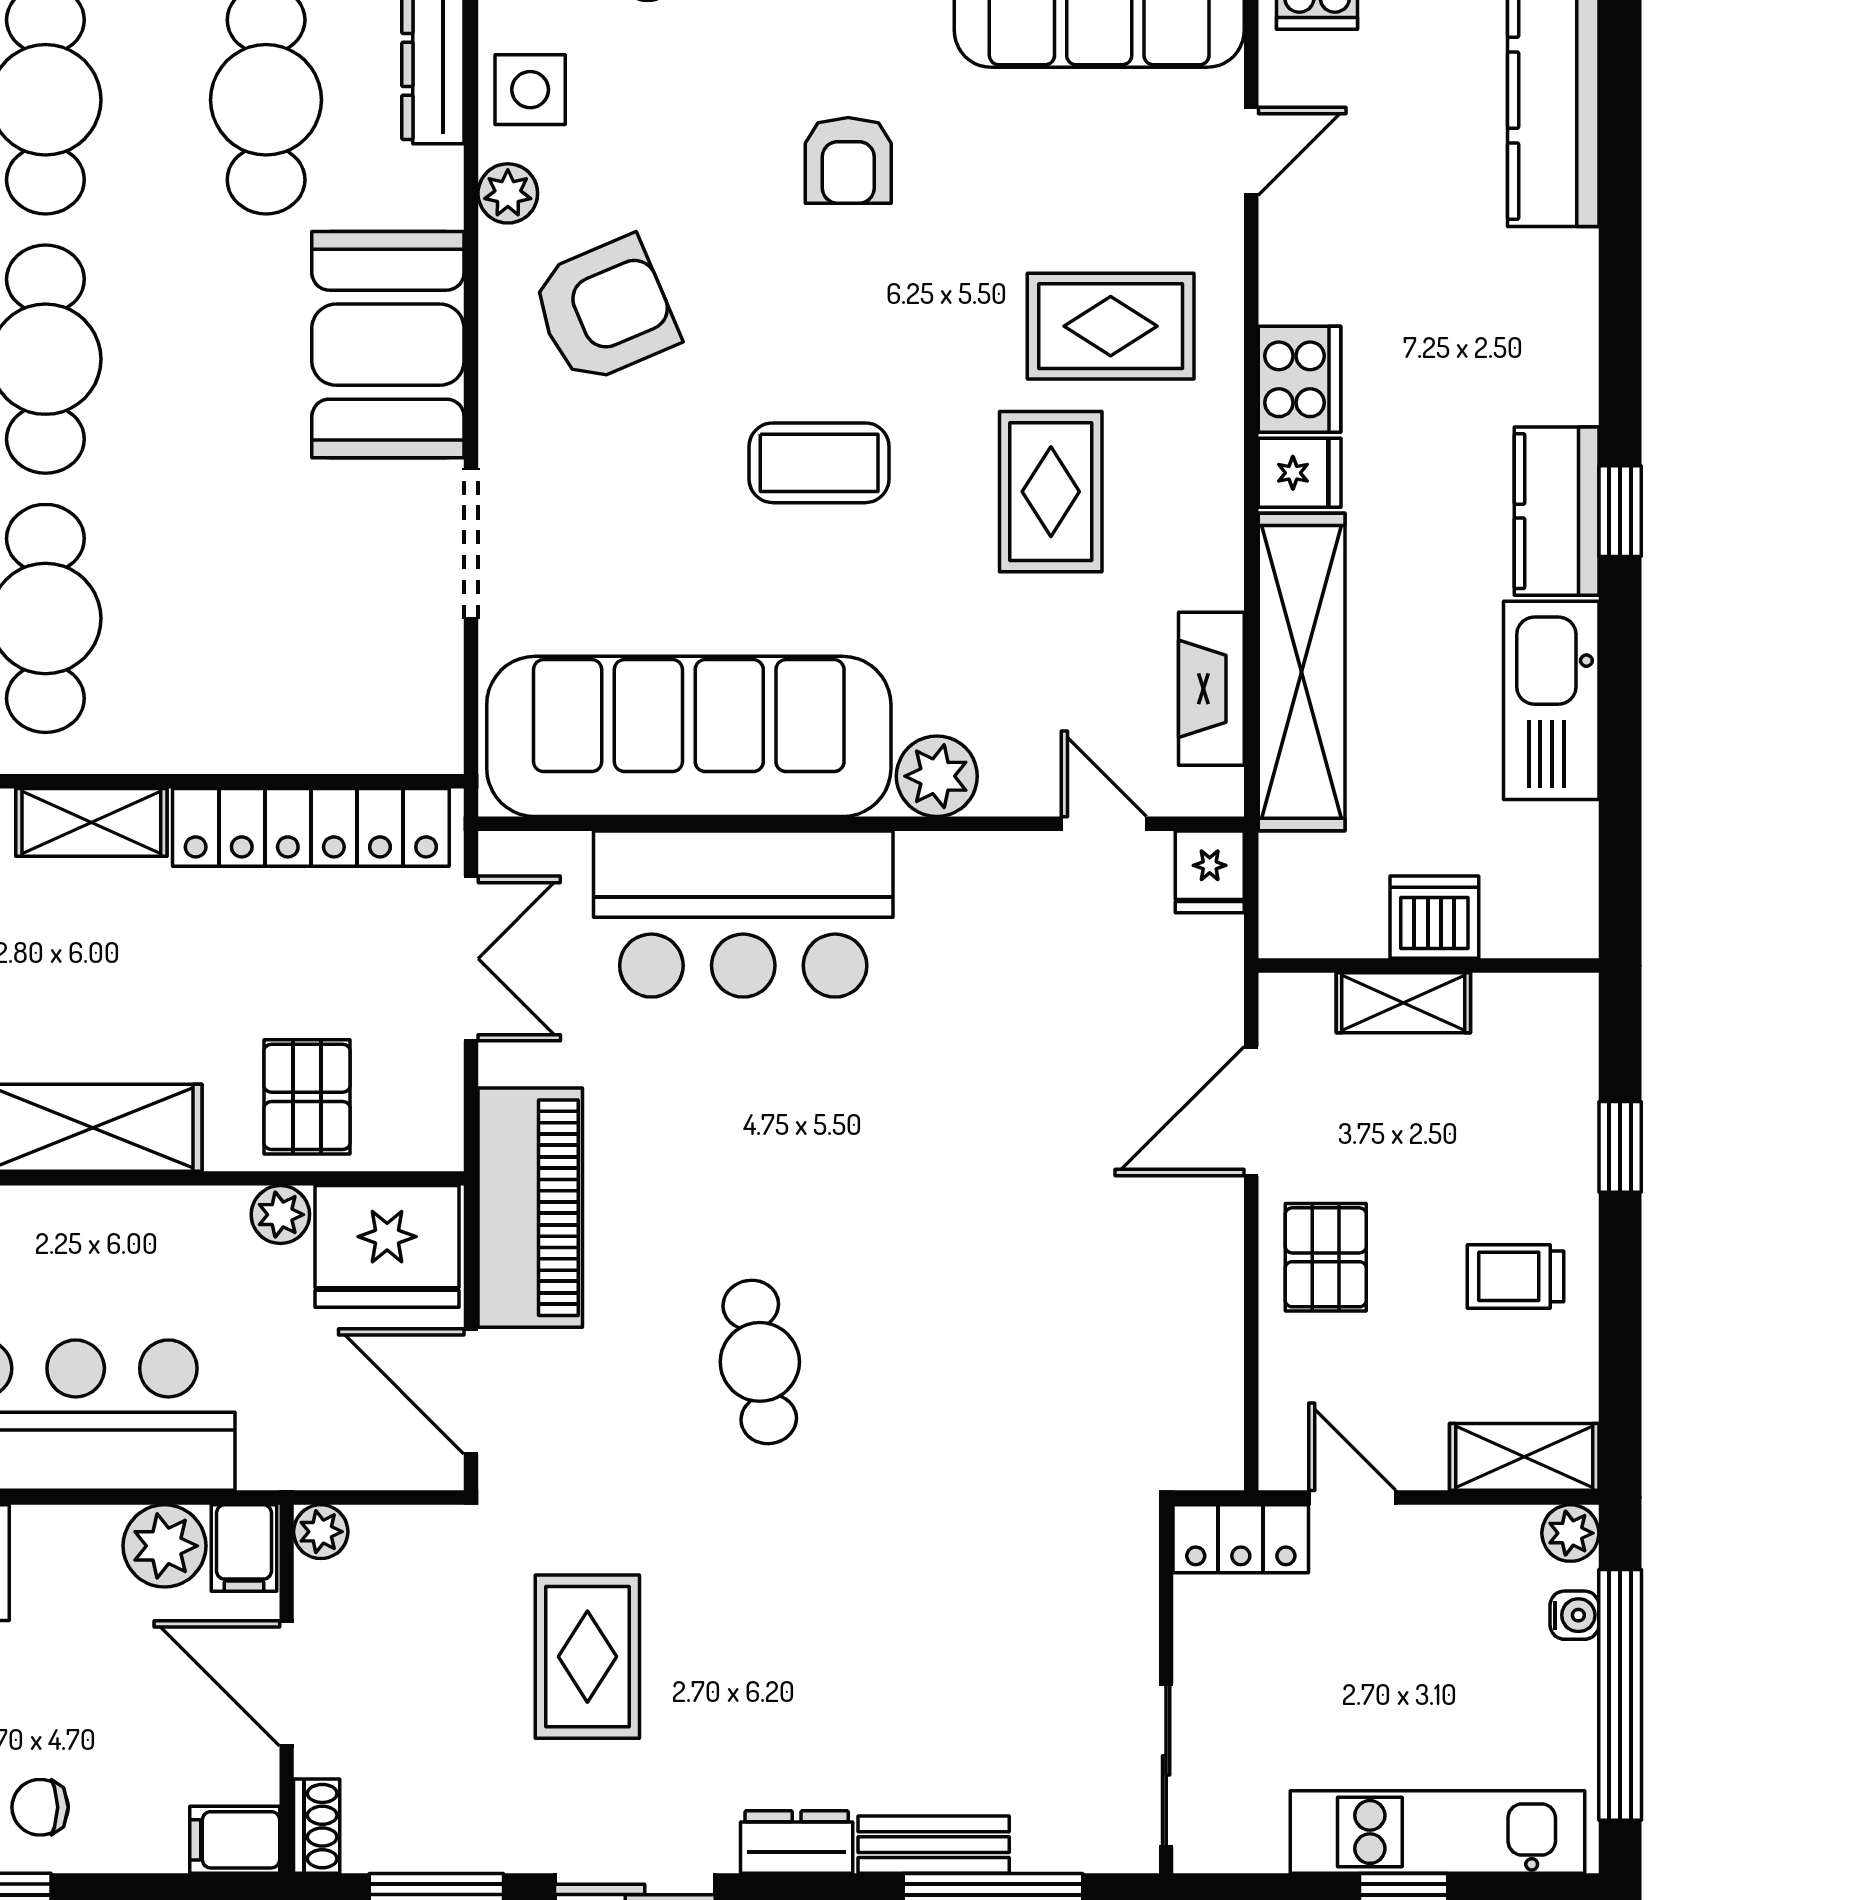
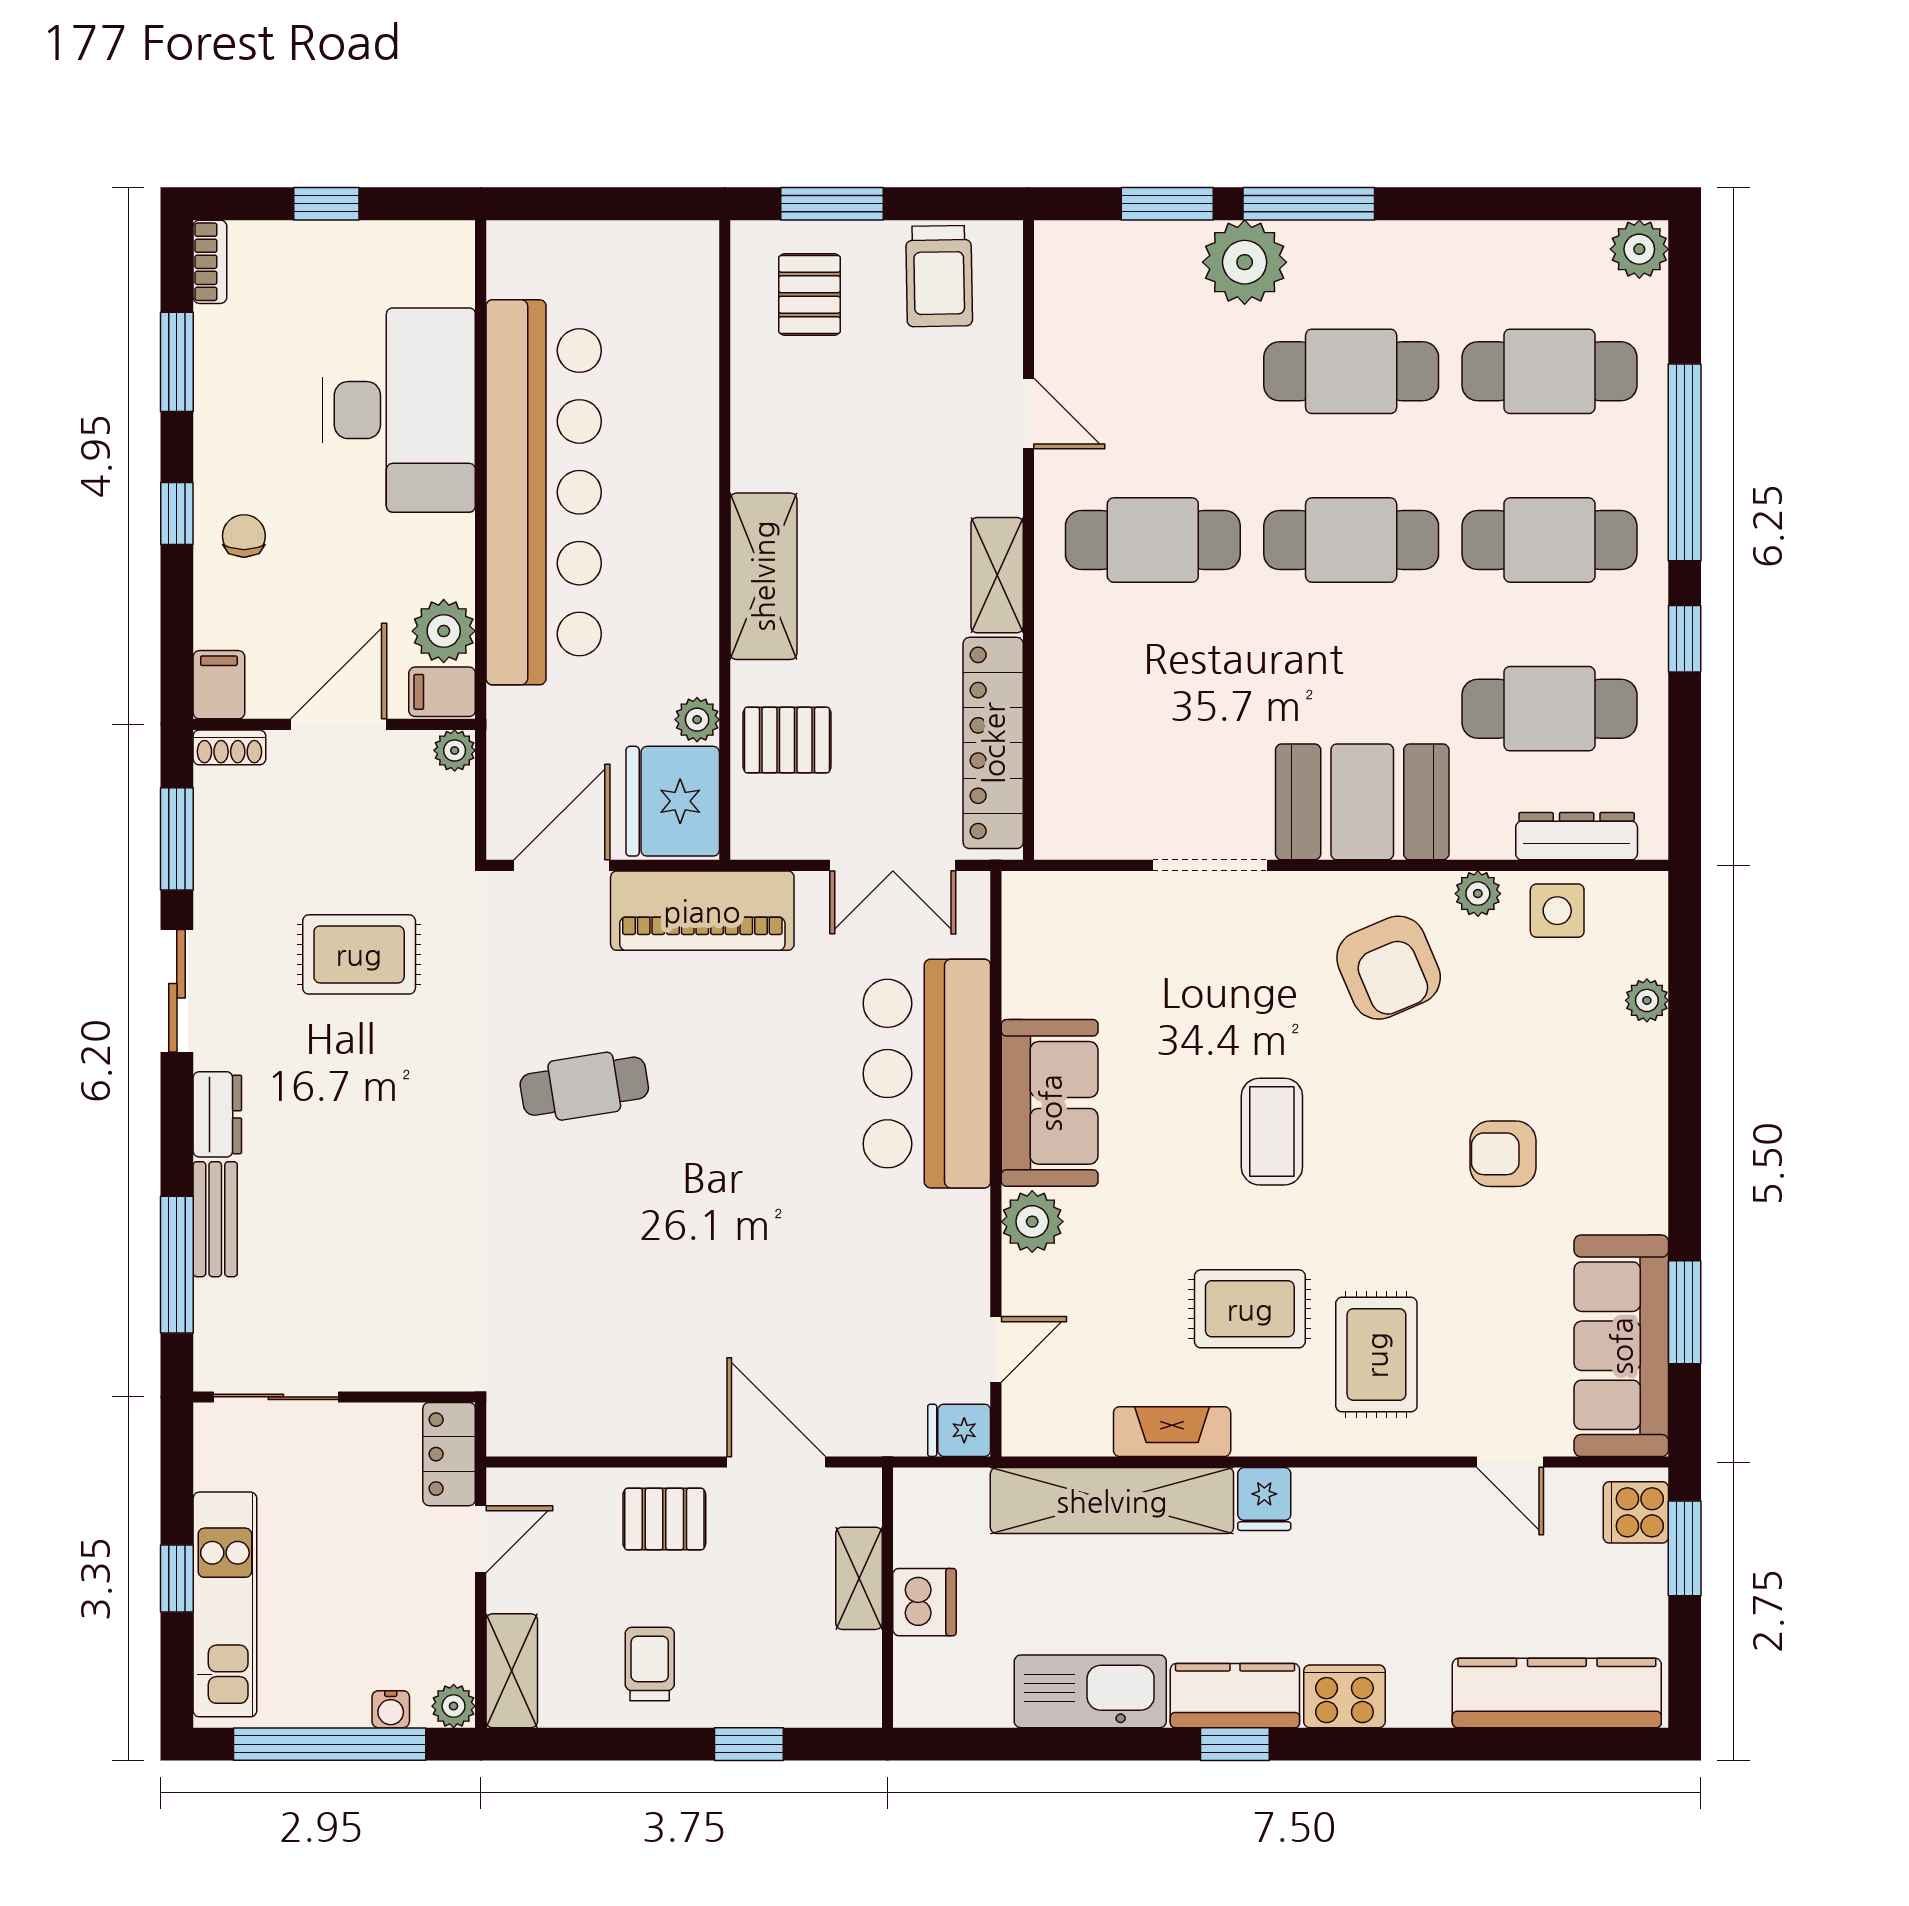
cooker: (1299, 379) -> (1344, 1696), moved, turned 180
fireplace: (1211, 689) -> (1172, 1432), moved
sofa: (689, 736) -> (1050, 1103), width x0.54, depth x0.79

